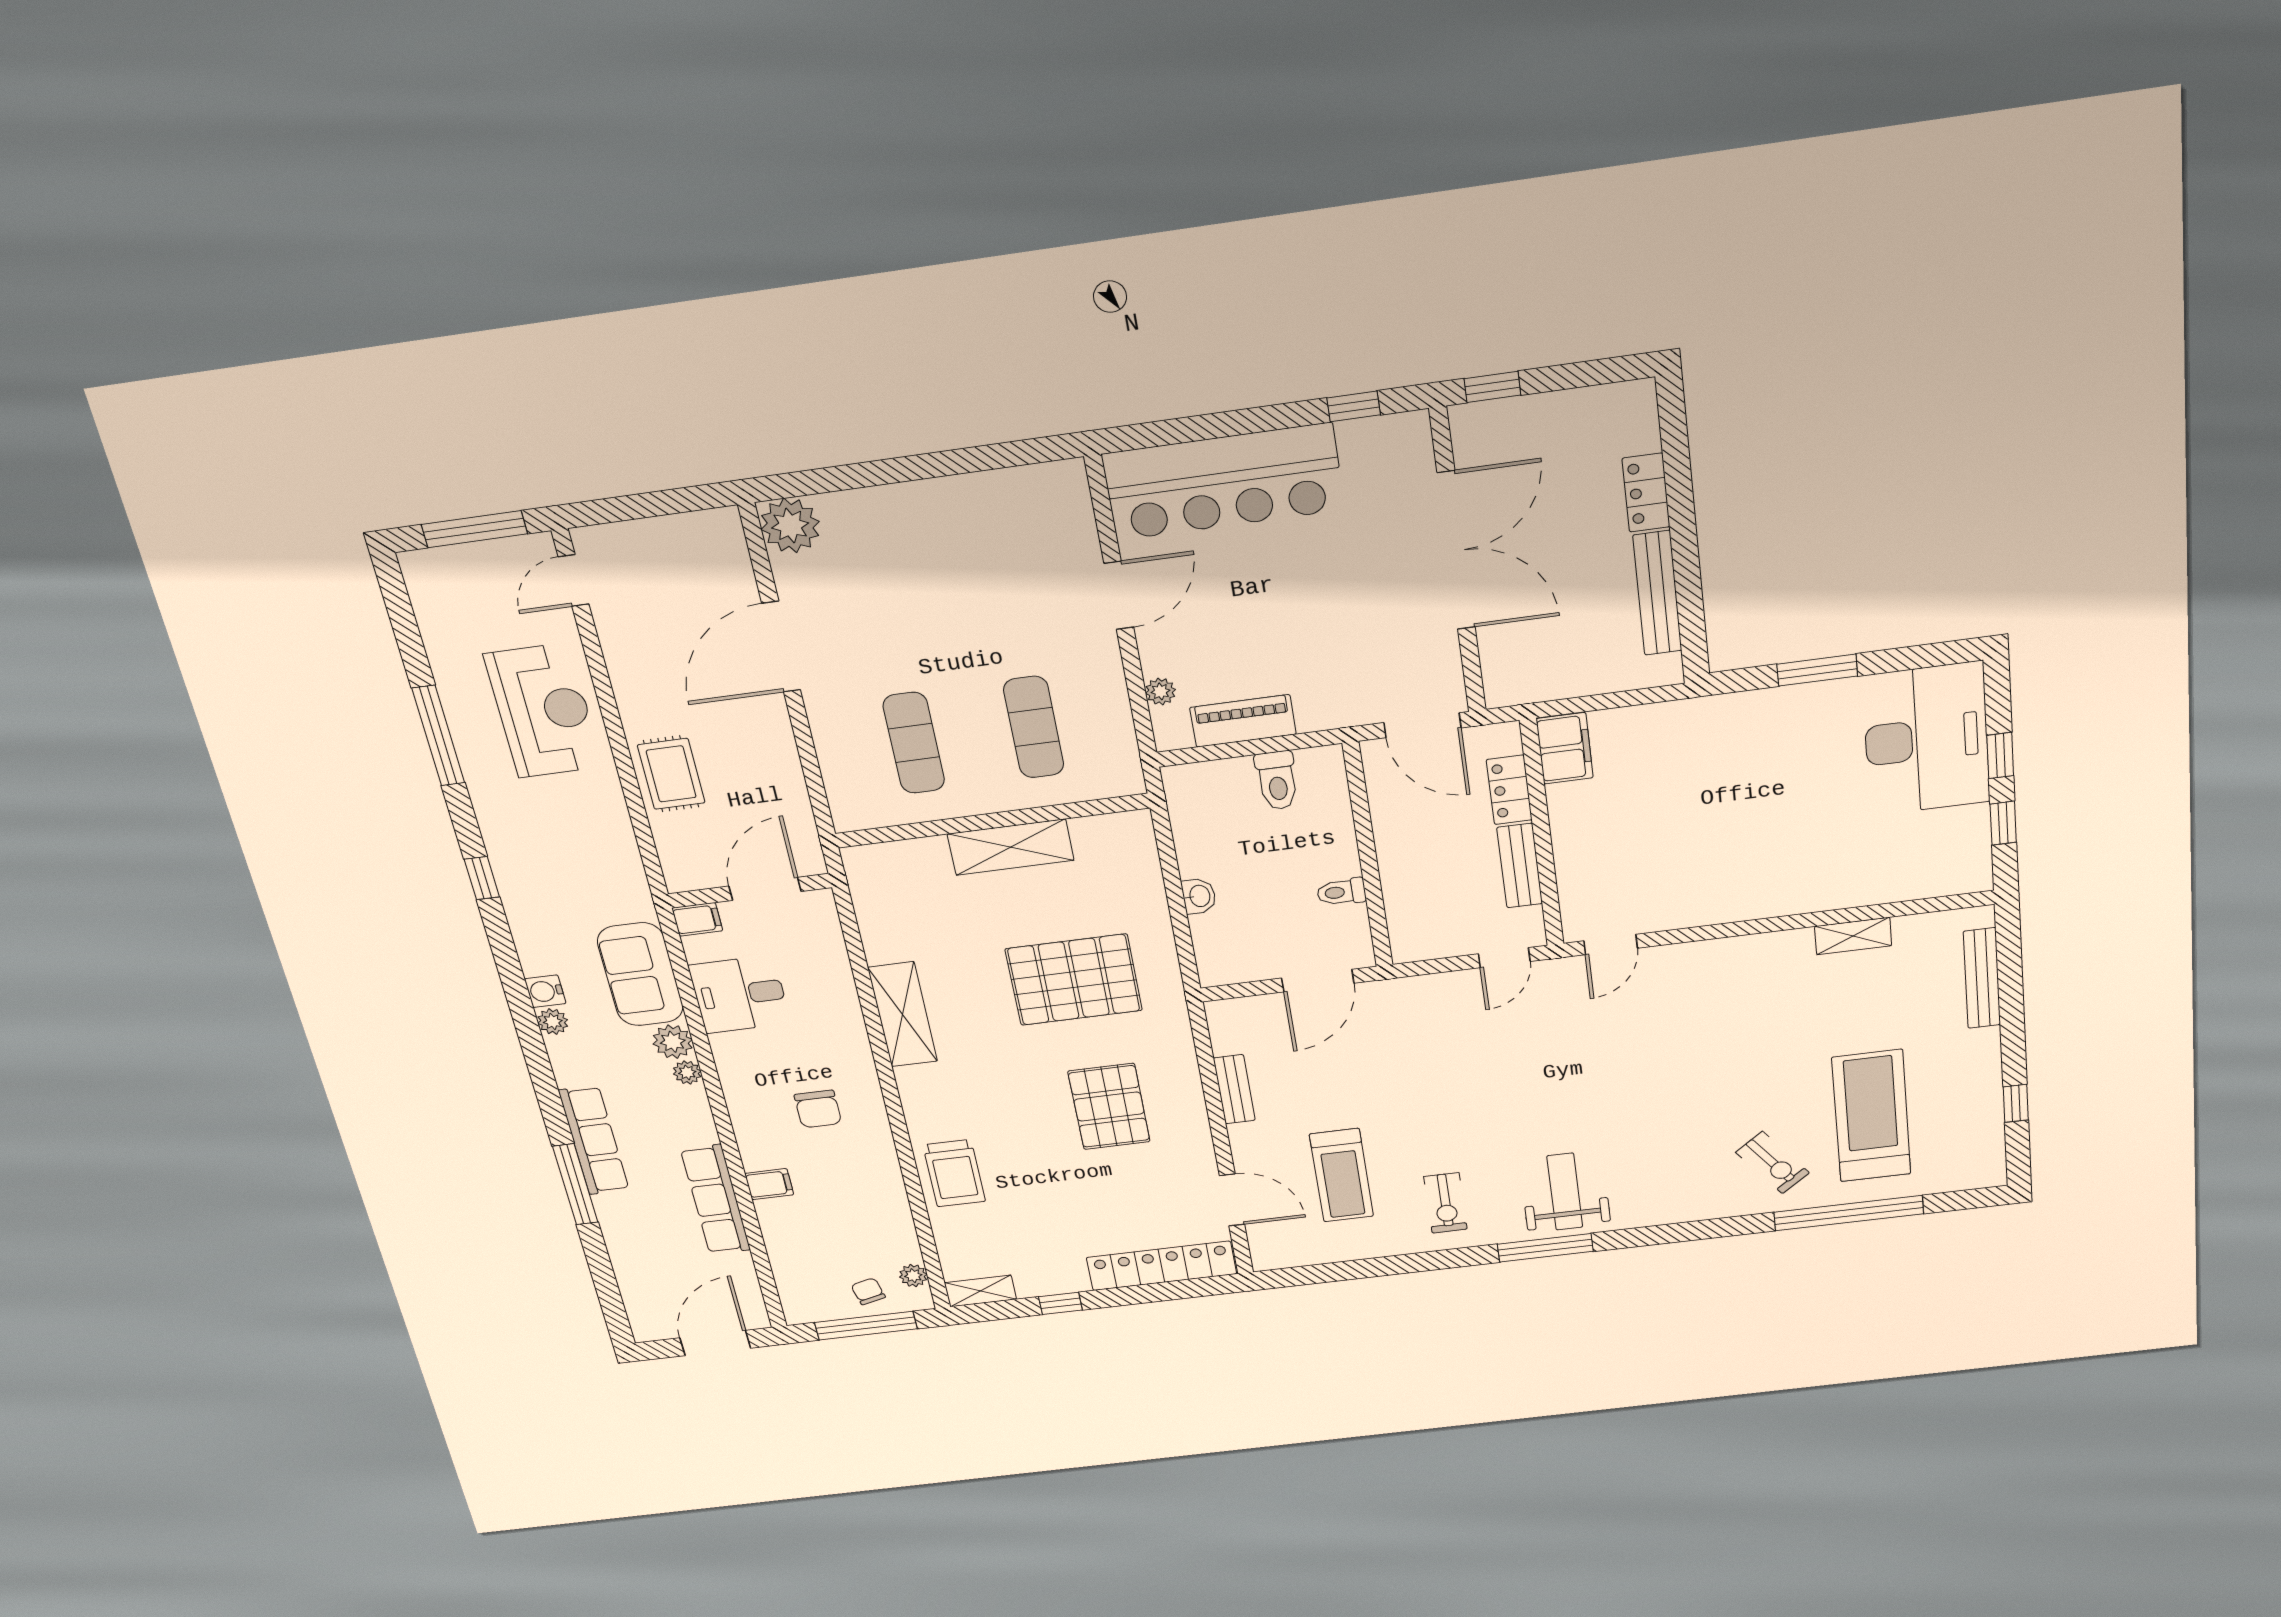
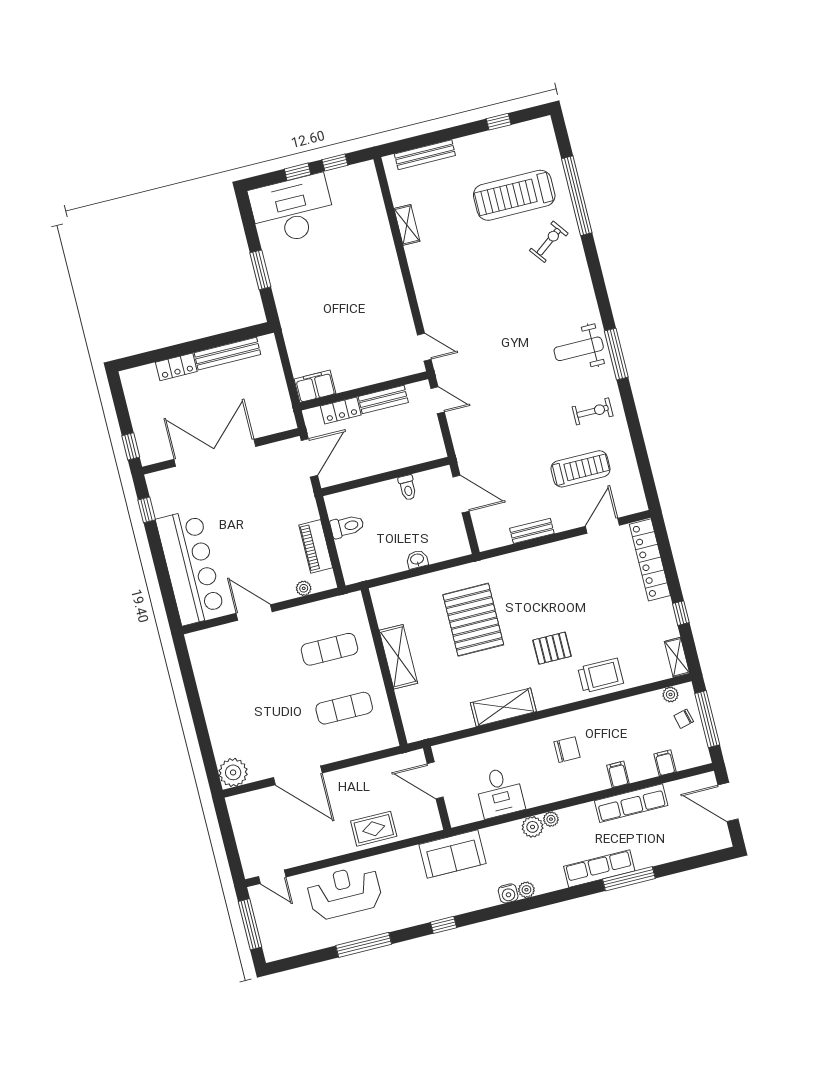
filing cabinet: (697, 919) -> (665, 763), moved
sofa: (640, 974) -> (452, 854), moved
pallet: (1109, 1107) -> (552, 648), moved, width x0.67, depth x0.71

